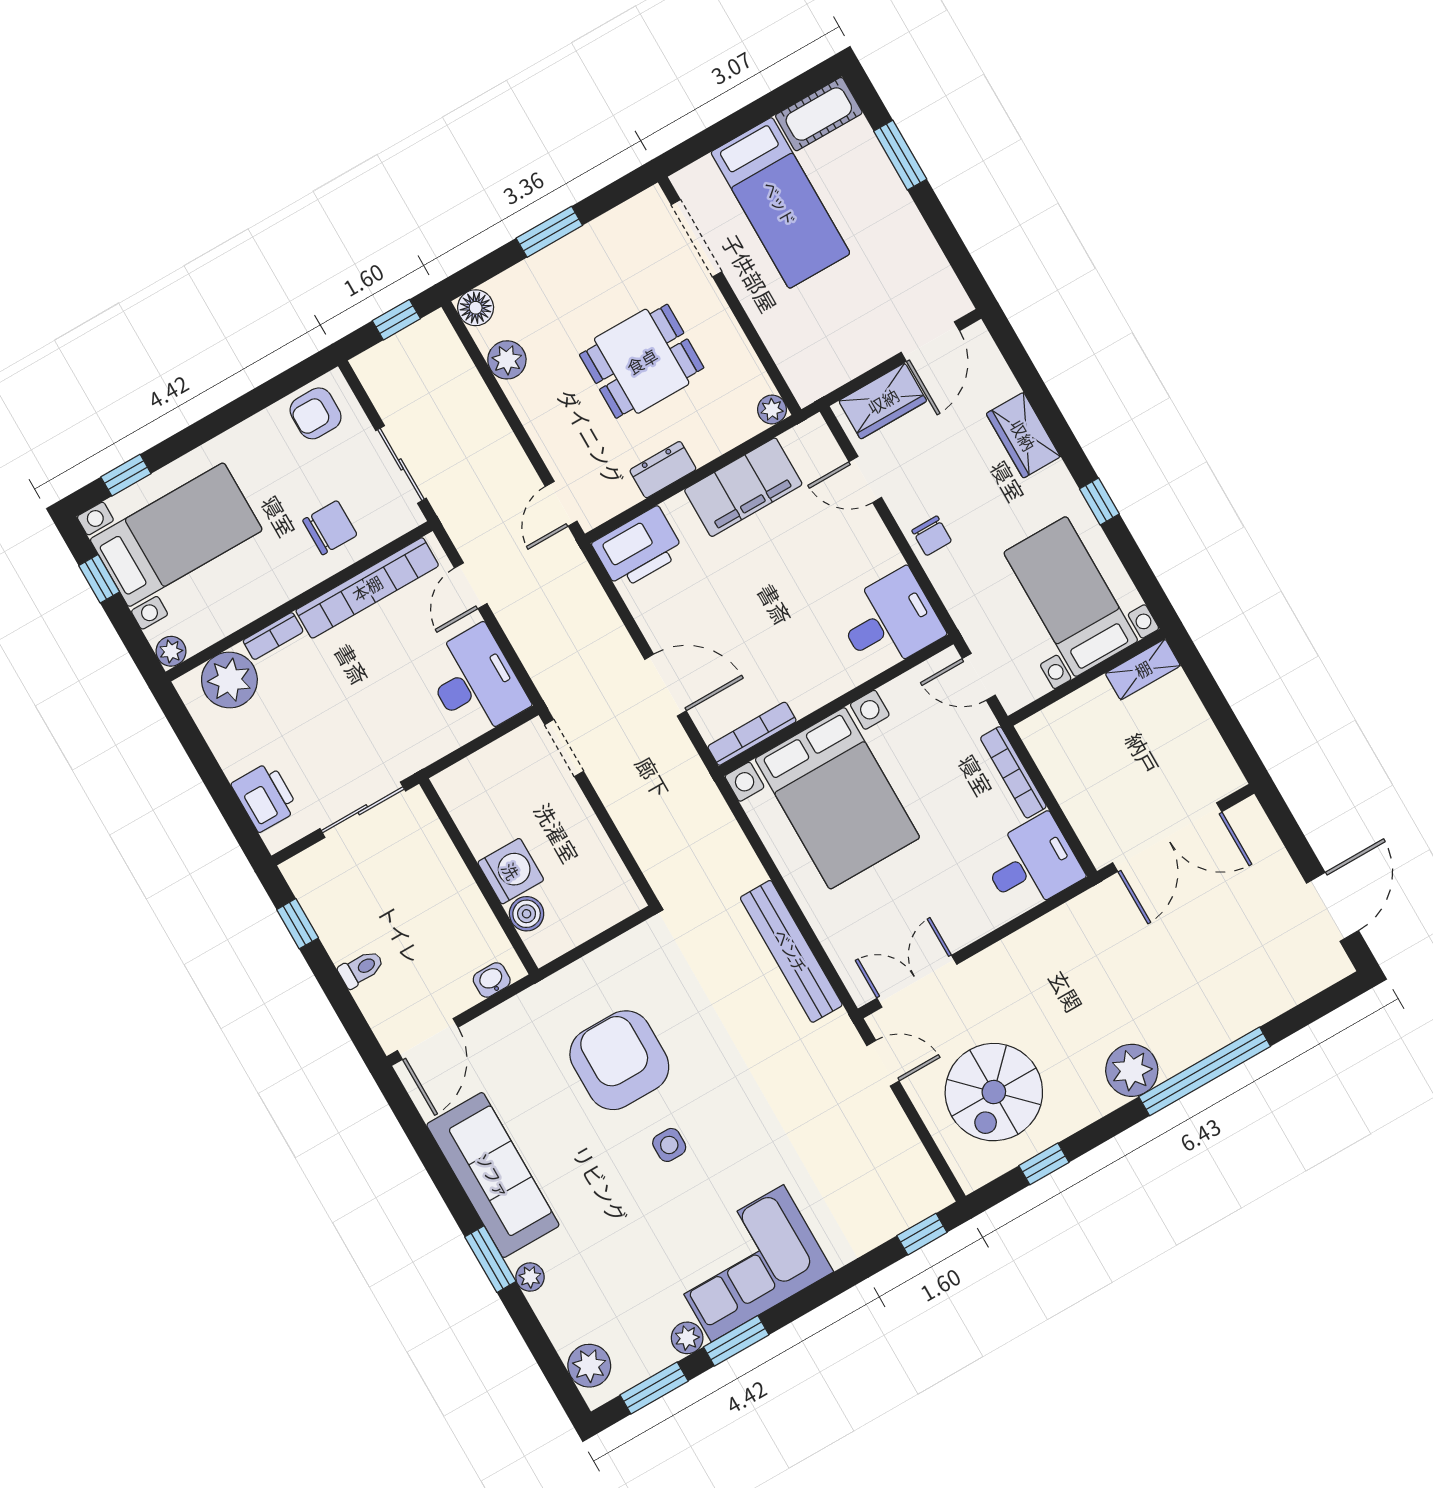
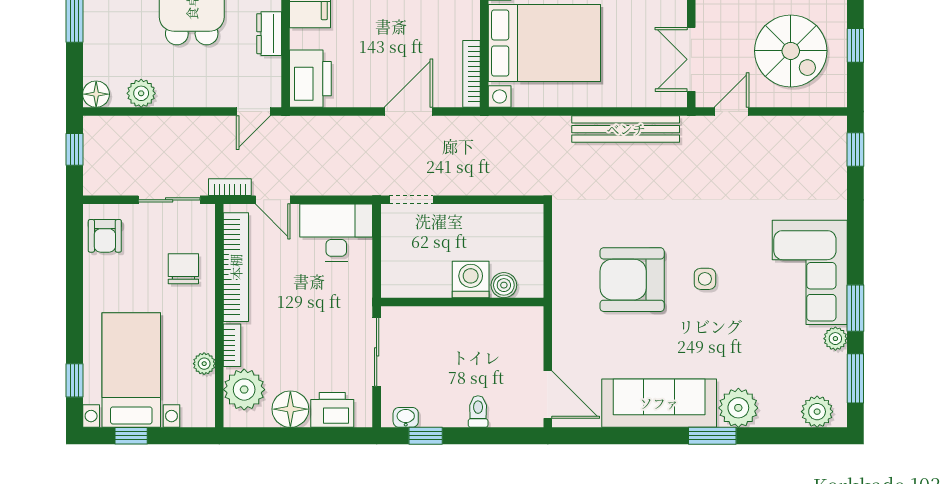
door: (561, 504) -> (253, 112), hinge flipped
bookcase: (457, 527) -> (230, 187), added
plant: (171, 651) -> (204, 364), moved
floor lamp: (238, 747) -> (290, 409), added
washbasin: (492, 980) -> (406, 417), moved, turned 90
plant: (530, 1277) -> (738, 408), width x1.87, depth x1.87

